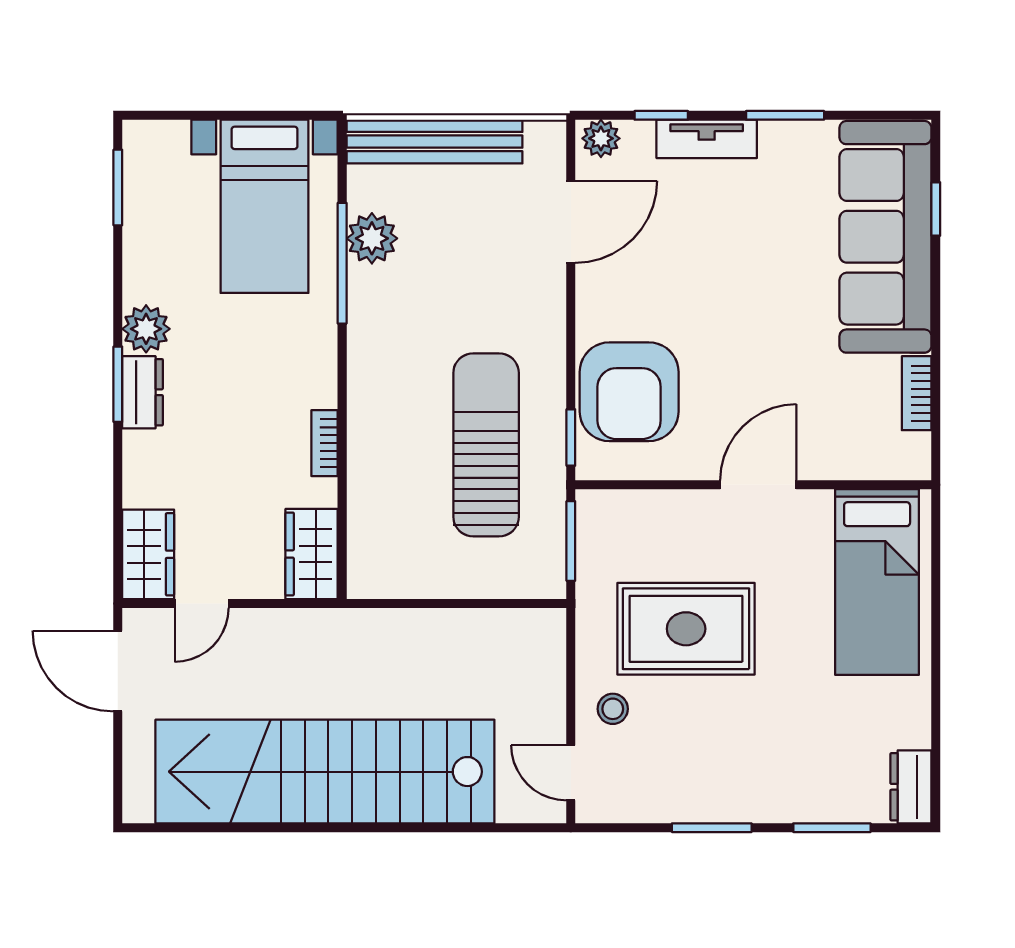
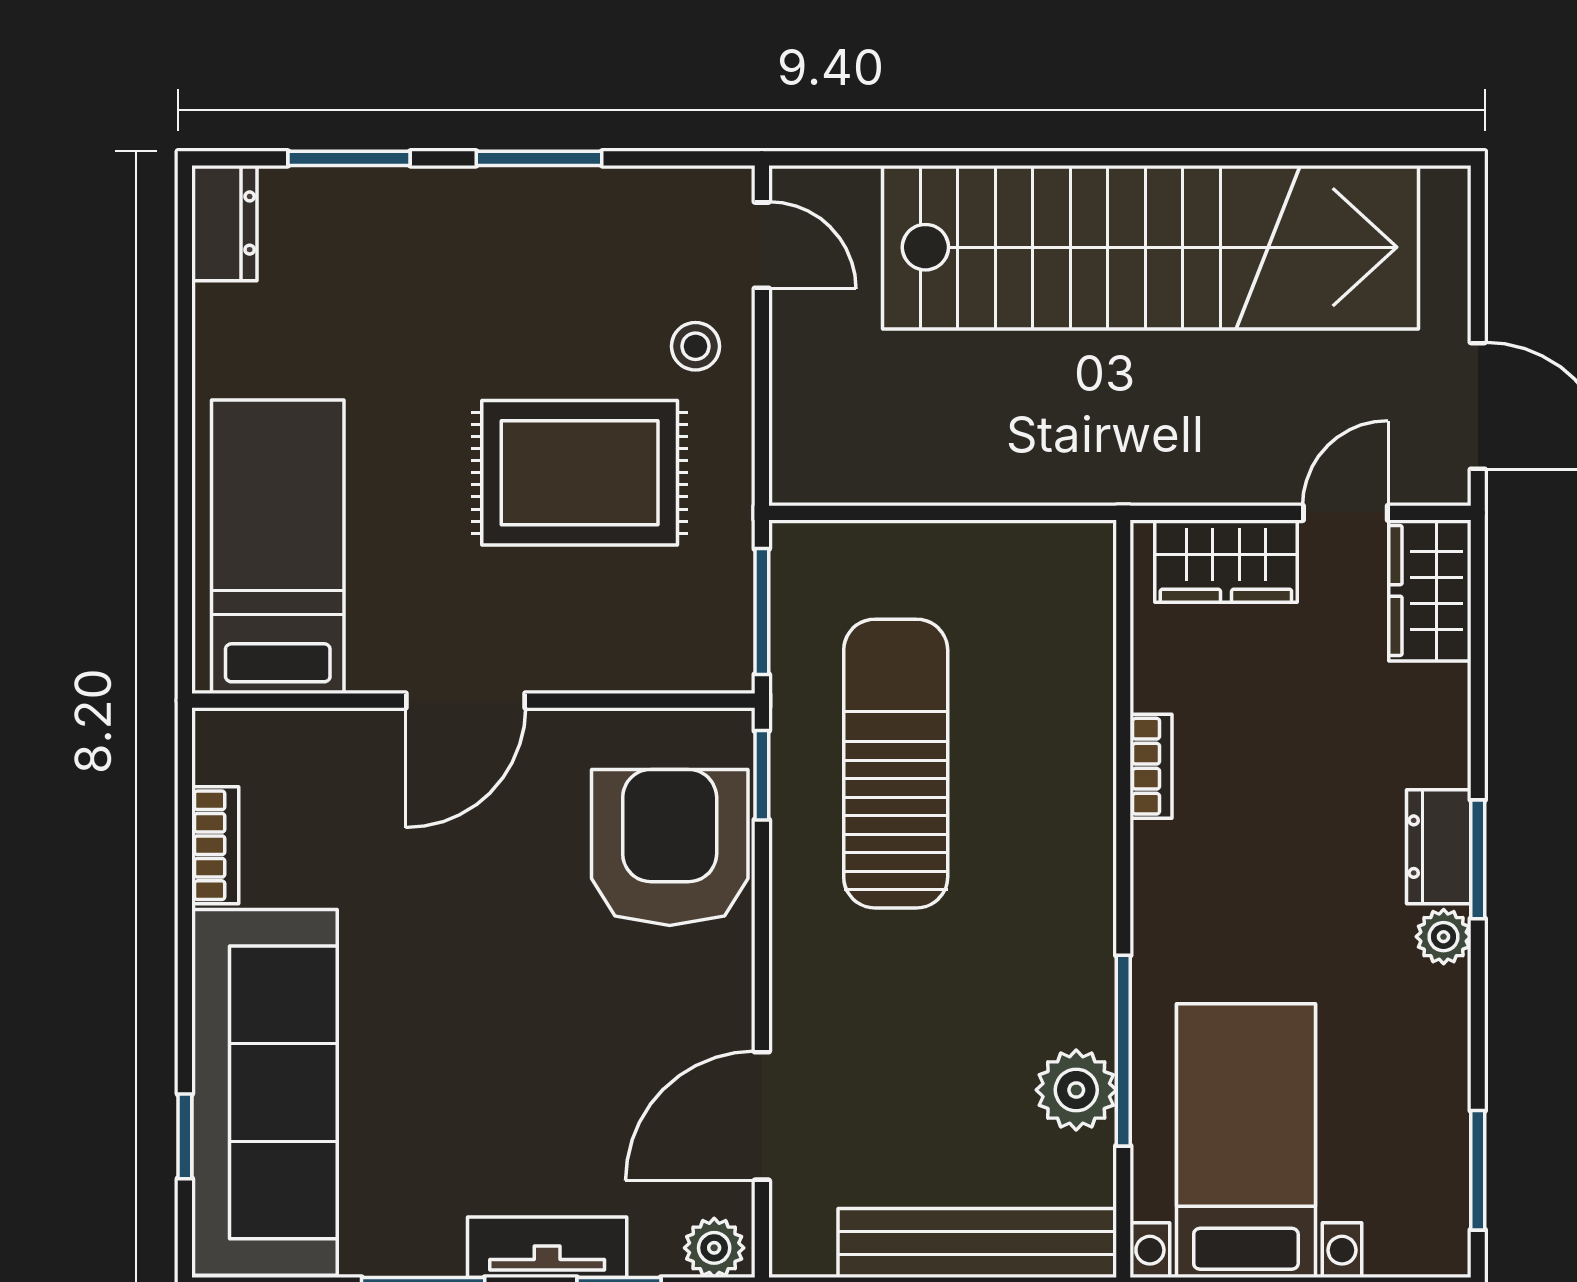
plant: (146, 329) -> (1444, 937), width x0.73, depth x0.73
sun lounger: (486, 445) -> (896, 764), turned 180
wardrobe: (312, 554) -> (1226, 561), moved, turned 90

